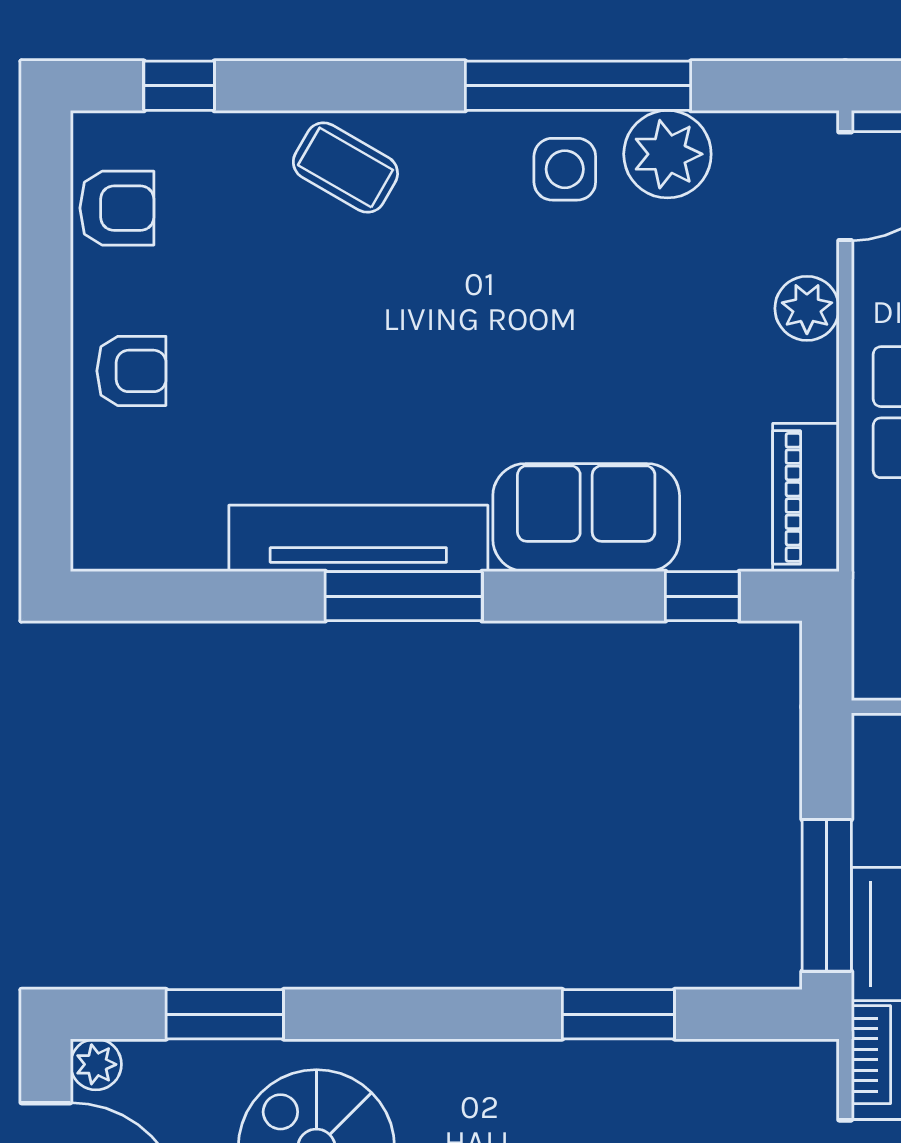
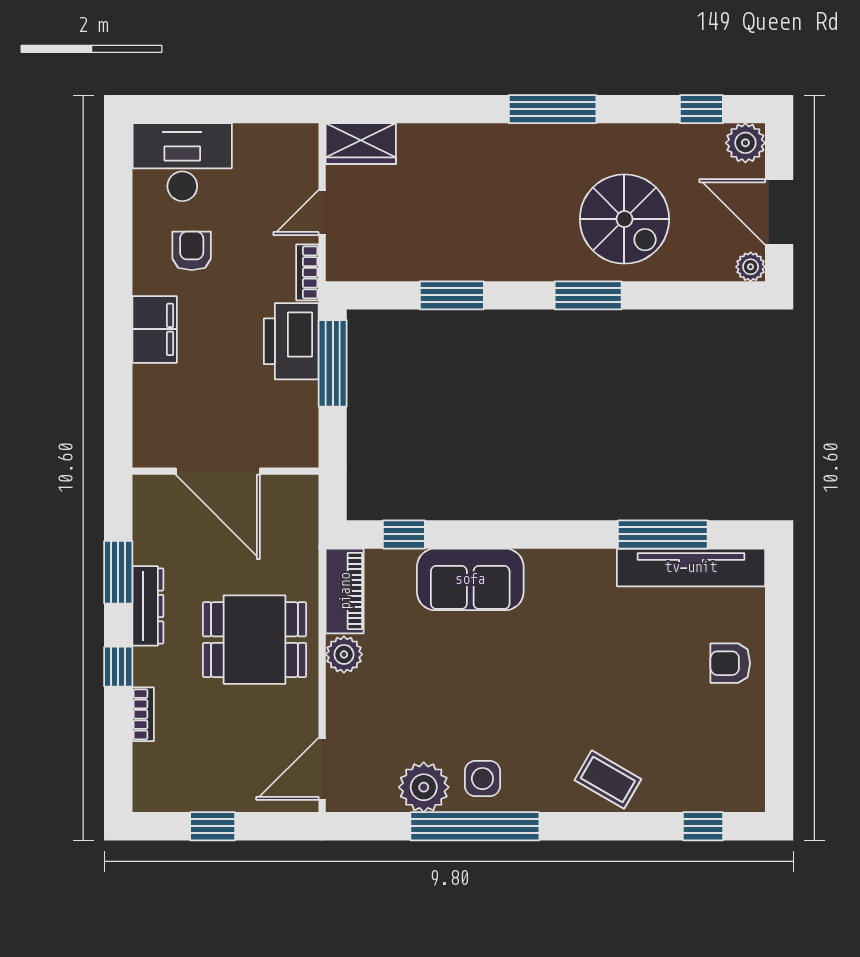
armchair: (117, 208) -> (739, 756), removed
plant: (807, 308) -> (344, 654), moved
tv unit: (358, 538) -> (691, 567), moved
window: (404, 596) -> (663, 534), moved
window: (225, 1014) -> (588, 295), moved

